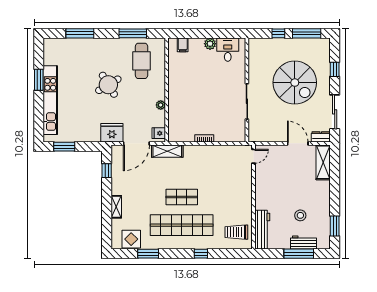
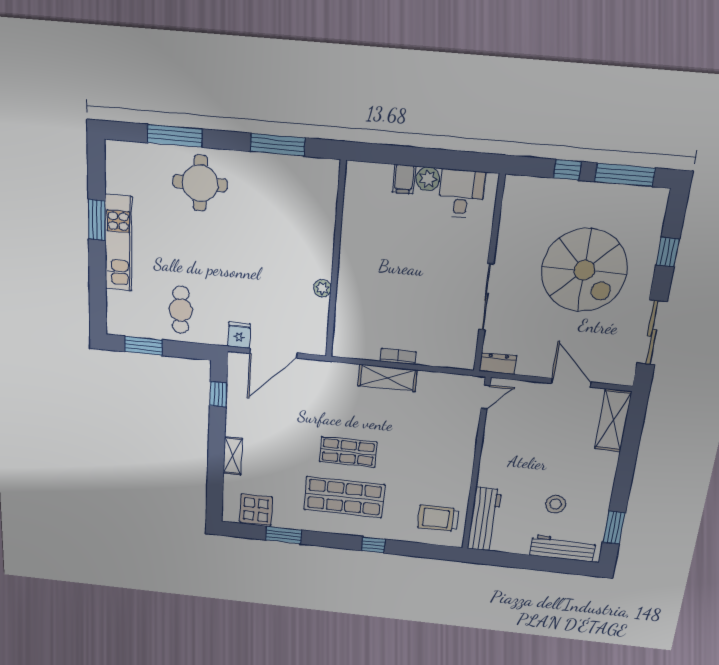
filing cabinet: (183, 45) -> (404, 179), moved
cafe table: (142, 61) -> (181, 310), moved, width x0.73, depth x0.74
round table: (108, 85) -> (200, 183), moved, turned 31
kitchen unit: (50, 100) -> (118, 243), width x0.73
fridge: (112, 133) -> (239, 335), width x0.53, depth x0.75
fridge: (159, 133) -> (315, 339), removed
dresser: (321, 137) -> (498, 364), moved
shelving: (167, 151) -> (387, 378), moved
shop shelf: (182, 225) -> (344, 497), width x0.71
workbench: (304, 242) -> (562, 548), width x1.38
window: (299, 254) -> (543, 564), removed

